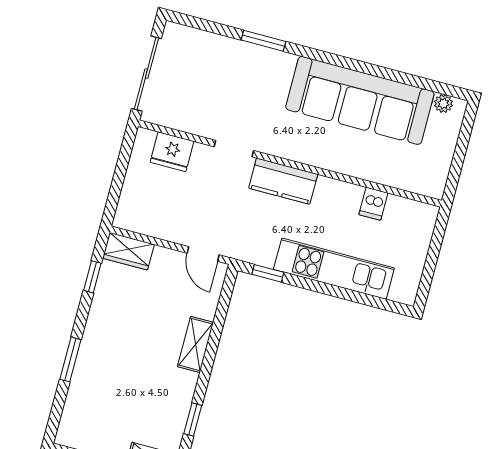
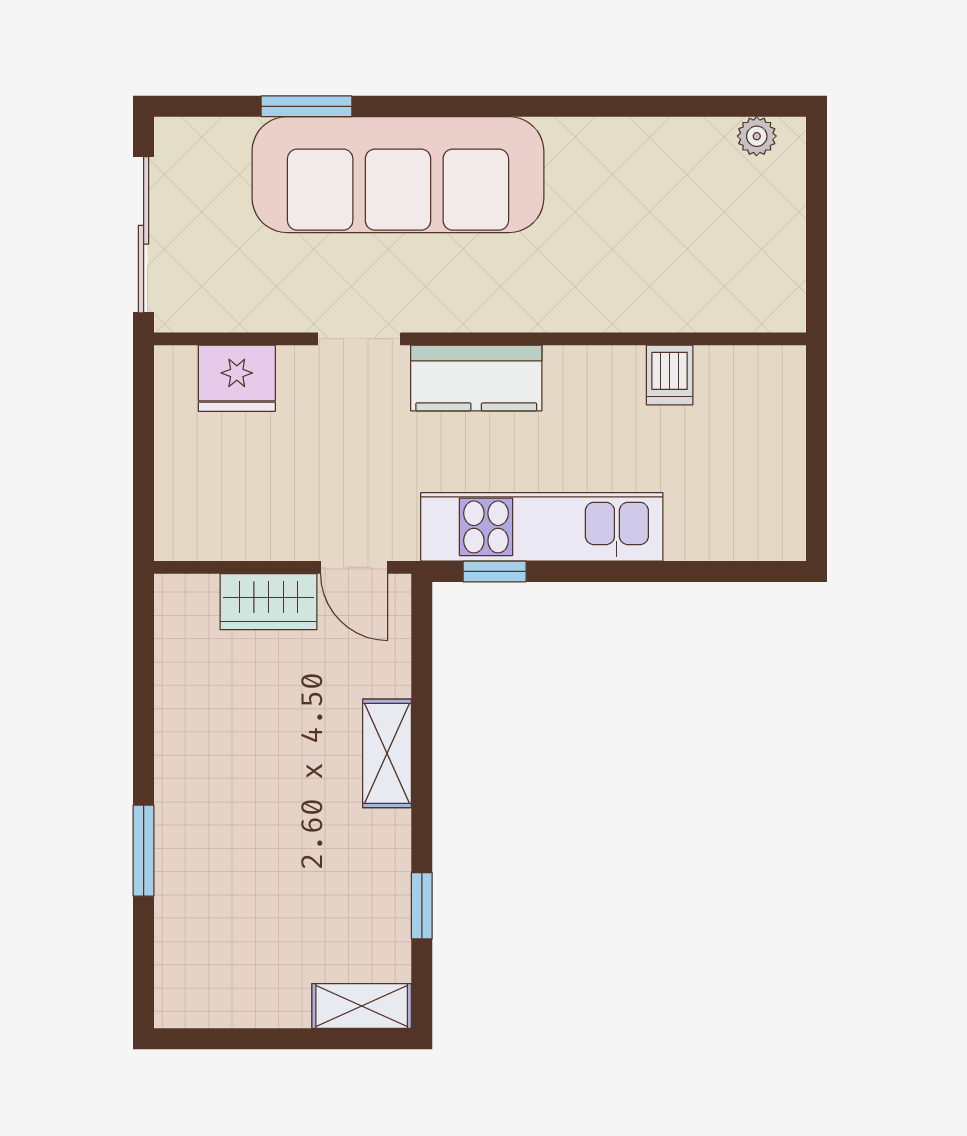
window: (263, 41) -> (306, 106), moved
sofa: (360, 100) -> (398, 175), moved
wardrobe: (128, 251) -> (269, 602), moved
kitchen unit: (334, 269) -> (542, 527), moved
window: (92, 277) -> (144, 672), removed

